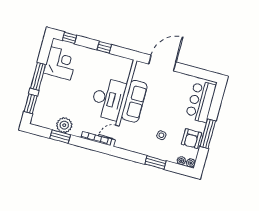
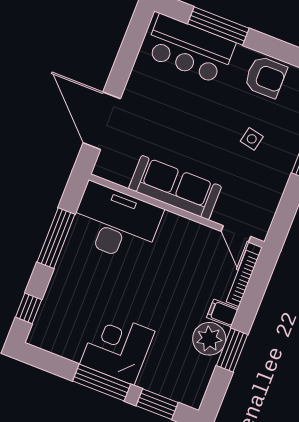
window: (104, 47) -> (56, 238), width x2.17
corner desk: (60, 63) -> (117, 348), moved
desk: (108, 99) -> (116, 223), moved
filing cabinet: (77, 130) -> (223, 313), added
window: (208, 134) -> (218, 26), moved

